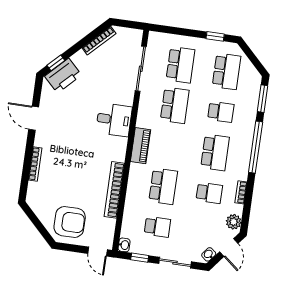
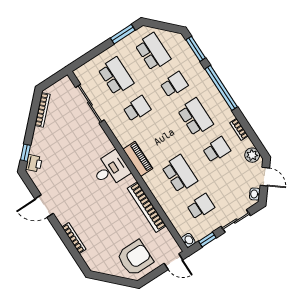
window: (215, 36) -> (123, 34), width x1.50
printer: (63, 76) -> (34, 163), width x0.53, depth x0.68
school desk: (175, 105) -> (137, 109), width x0.54
desk: (114, 120) -> (111, 169), moved

